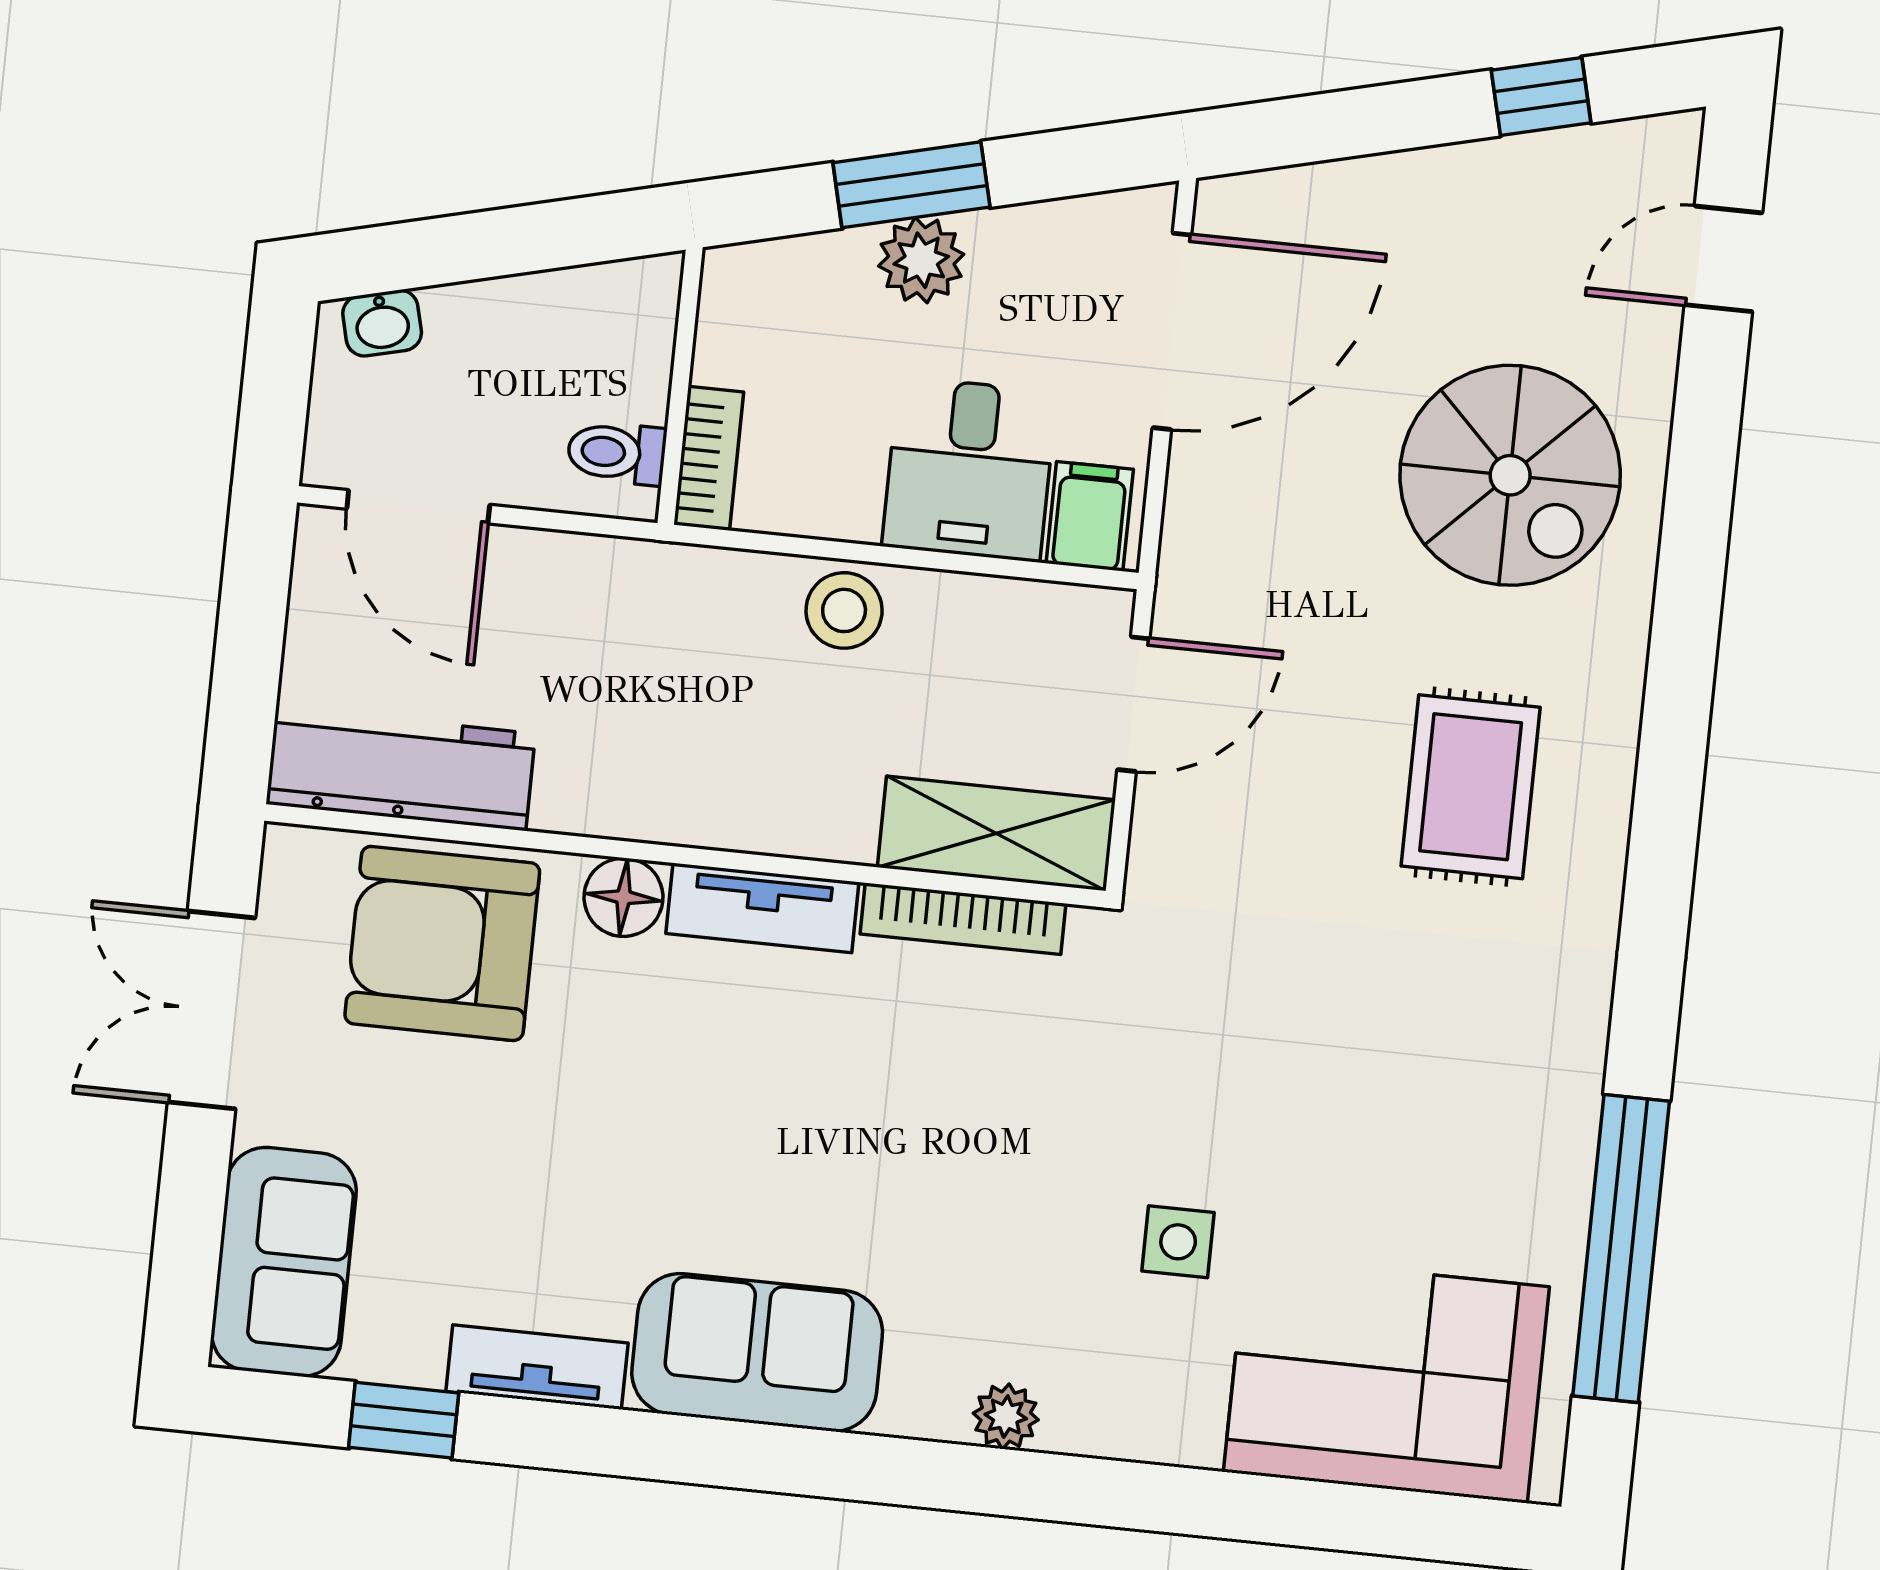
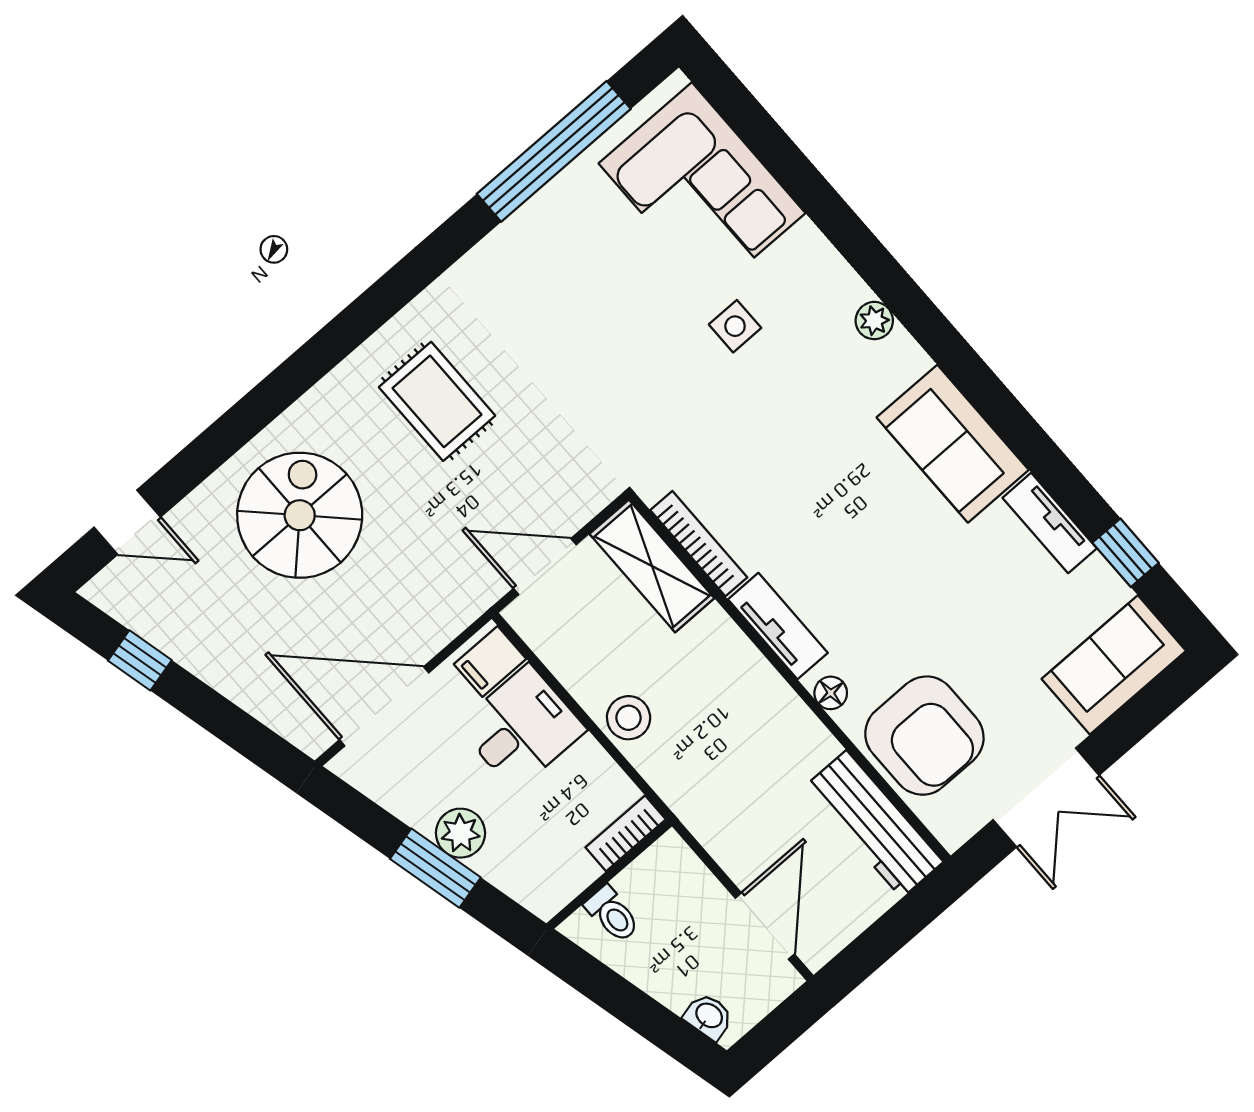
toilet: (617, 453) -> (612, 914), moved
rug: (1471, 787) -> (437, 401), turned 90
floor lamp: (623, 897) -> (831, 693), width x0.73, depth x0.73

